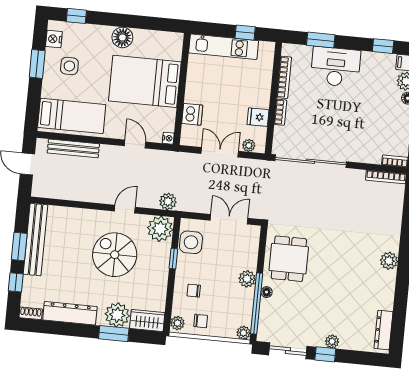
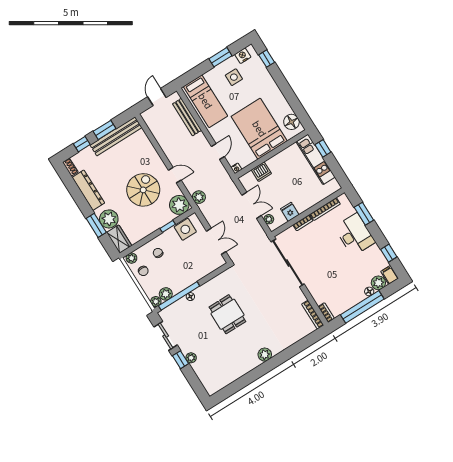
window: (245, 33) -> (323, 148), moved
floor lamp: (122, 37) -> (291, 122), moved
dining table: (289, 259) -> (227, 314), moved, turned 90
plant: (247, 279) -> (166, 294), moved
dresser: (383, 330) -> (221, 383), removed

